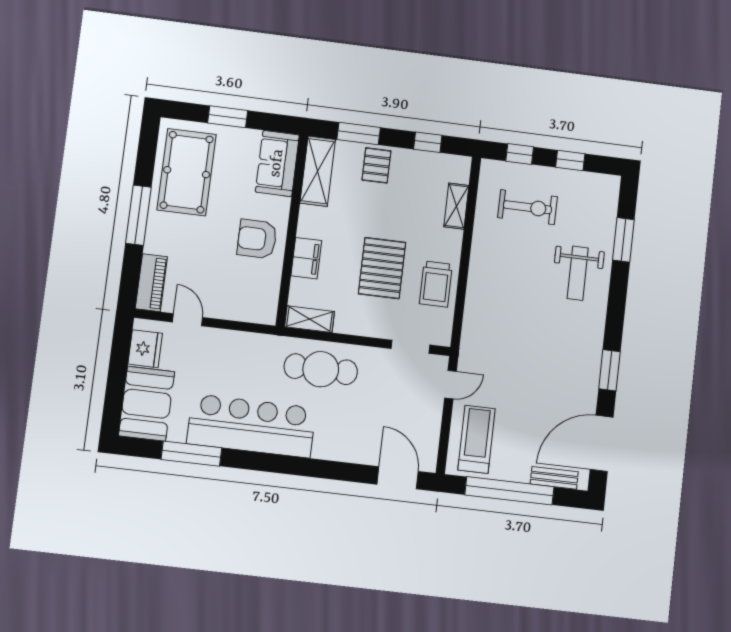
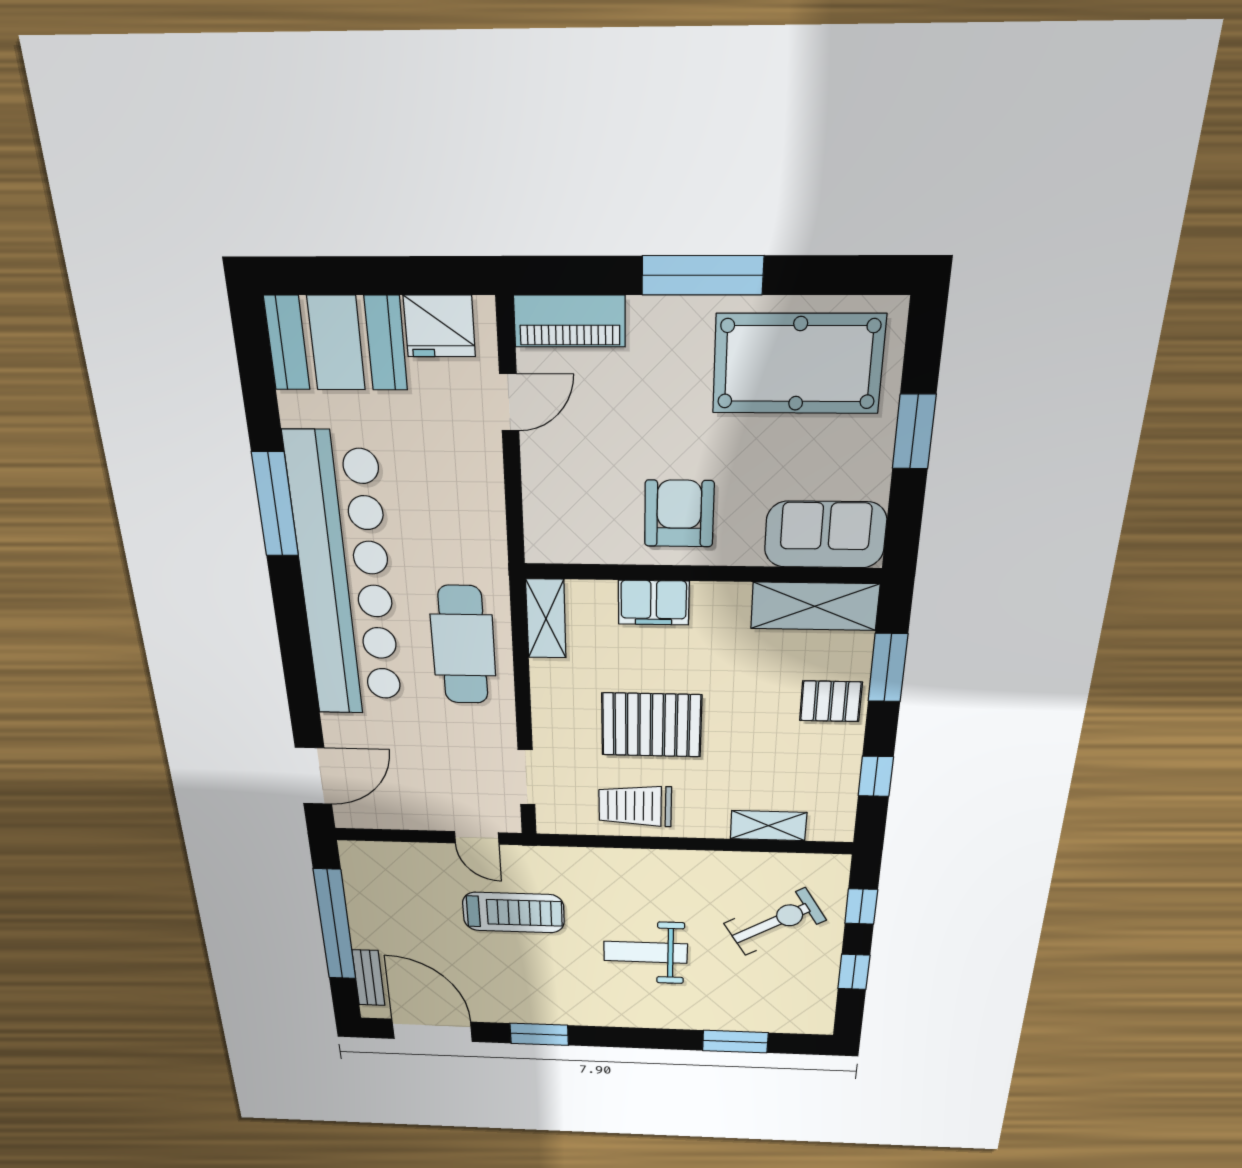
exercise bike: (528, 207) -> (775, 922), turned -121
weight bench: (578, 273) -> (646, 952), moved
bar counter: (251, 426) -> (345, 579), width x1.36
treadmill: (476, 439) -> (513, 913), moved
window: (191, 454) -> (275, 504), moved

